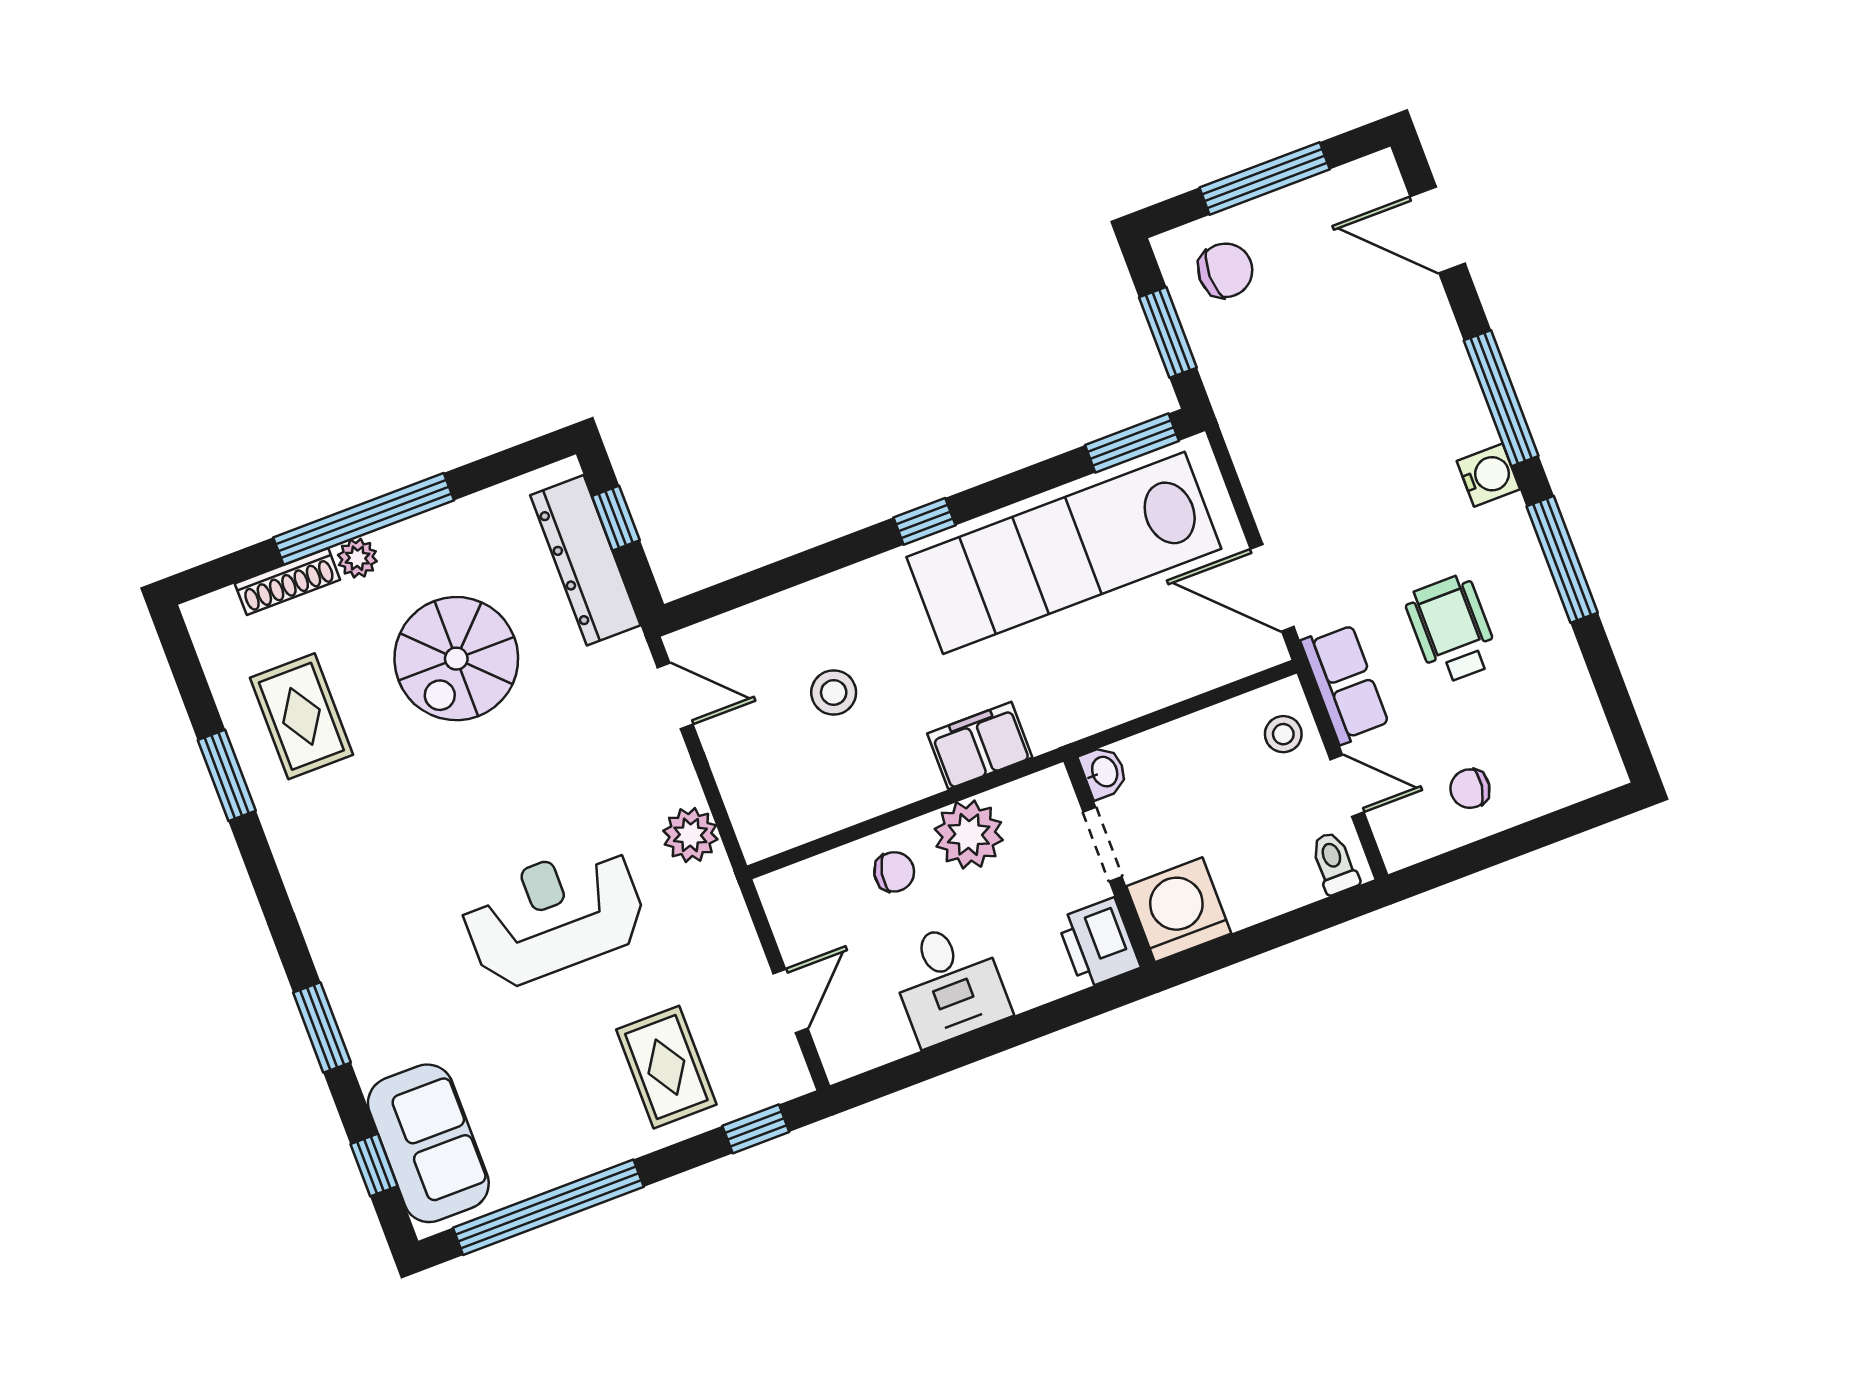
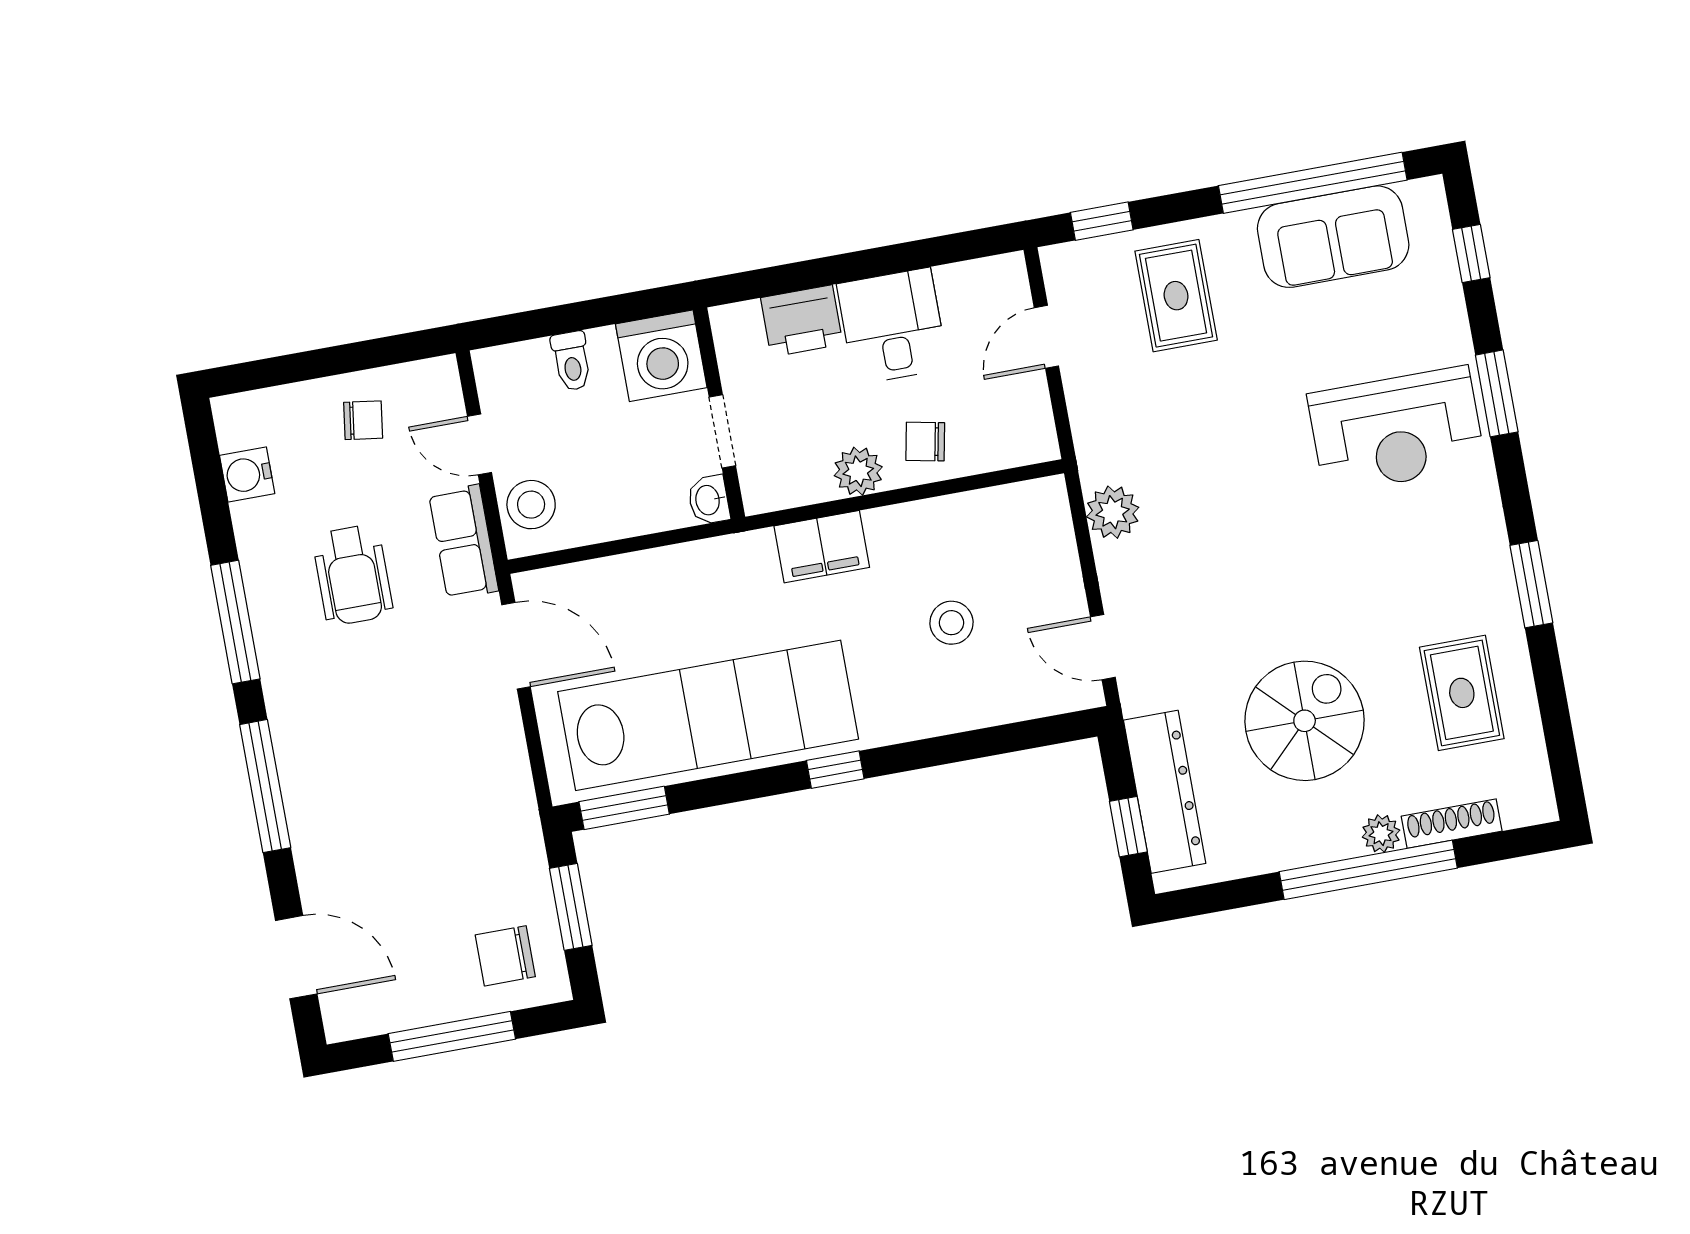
water cooler: (1488, 475) -> (247, 474), moved
stool: (1283, 734) -> (531, 505), width x1.37, depth x1.37
window: (227, 775) -> (1531, 584), moved
plant: (969, 834) -> (858, 471), width x0.73, depth x0.73
toilet: (1334, 863) -> (571, 361), moved
reception desk: (554, 915) -> (1396, 430), moved
printer: (1099, 943) -> (802, 321), moved, turned 90
sofa: (428, 1143) -> (1333, 237), moved, turned -90

